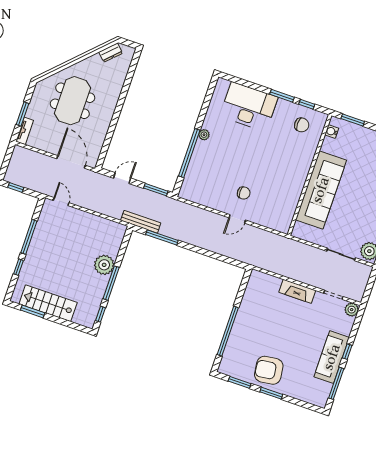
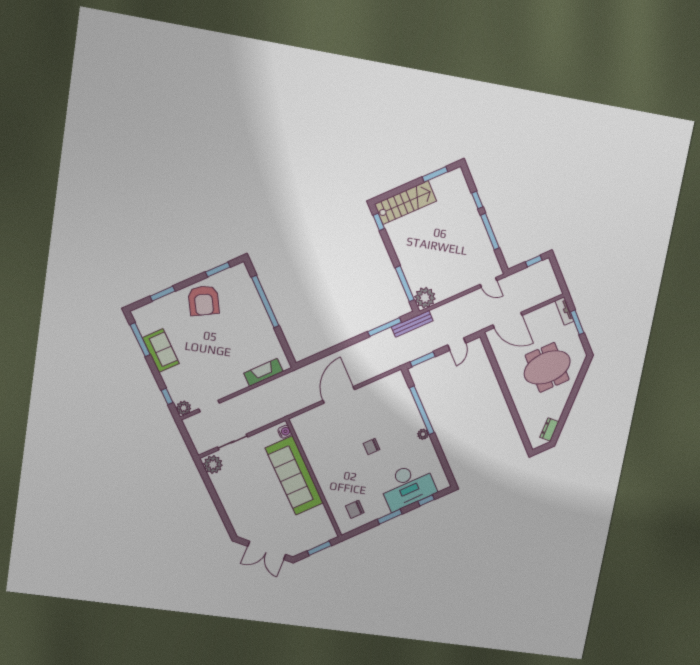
meeting table: (72, 101) -> (547, 367), turned 90
window: (307, 104) -> (426, 500), moved
water cooler: (332, 131) -> (285, 432), moved
chair: (244, 193) -> (372, 447), moved
door: (237, 219) -> (339, 395), width x1.88
plant: (104, 265) -> (425, 298), moved
window: (111, 283) -> (405, 284), moved
fireplace: (297, 291) -> (263, 372), moved
stairs: (48, 303) -> (405, 202), moved
window: (347, 352) -> (167, 396), moved
sofa: (332, 357) -> (161, 351), width x0.73
armchair: (269, 370) -> (204, 301), turned 115
window: (271, 393) -> (163, 294), moved

